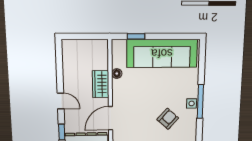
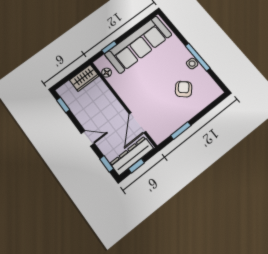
window: (59, 58) -> (63, 105), added
floor lamp: (117, 74) -> (107, 73), moved
wardrobe: (101, 84) -> (84, 78), moved, turned -90

